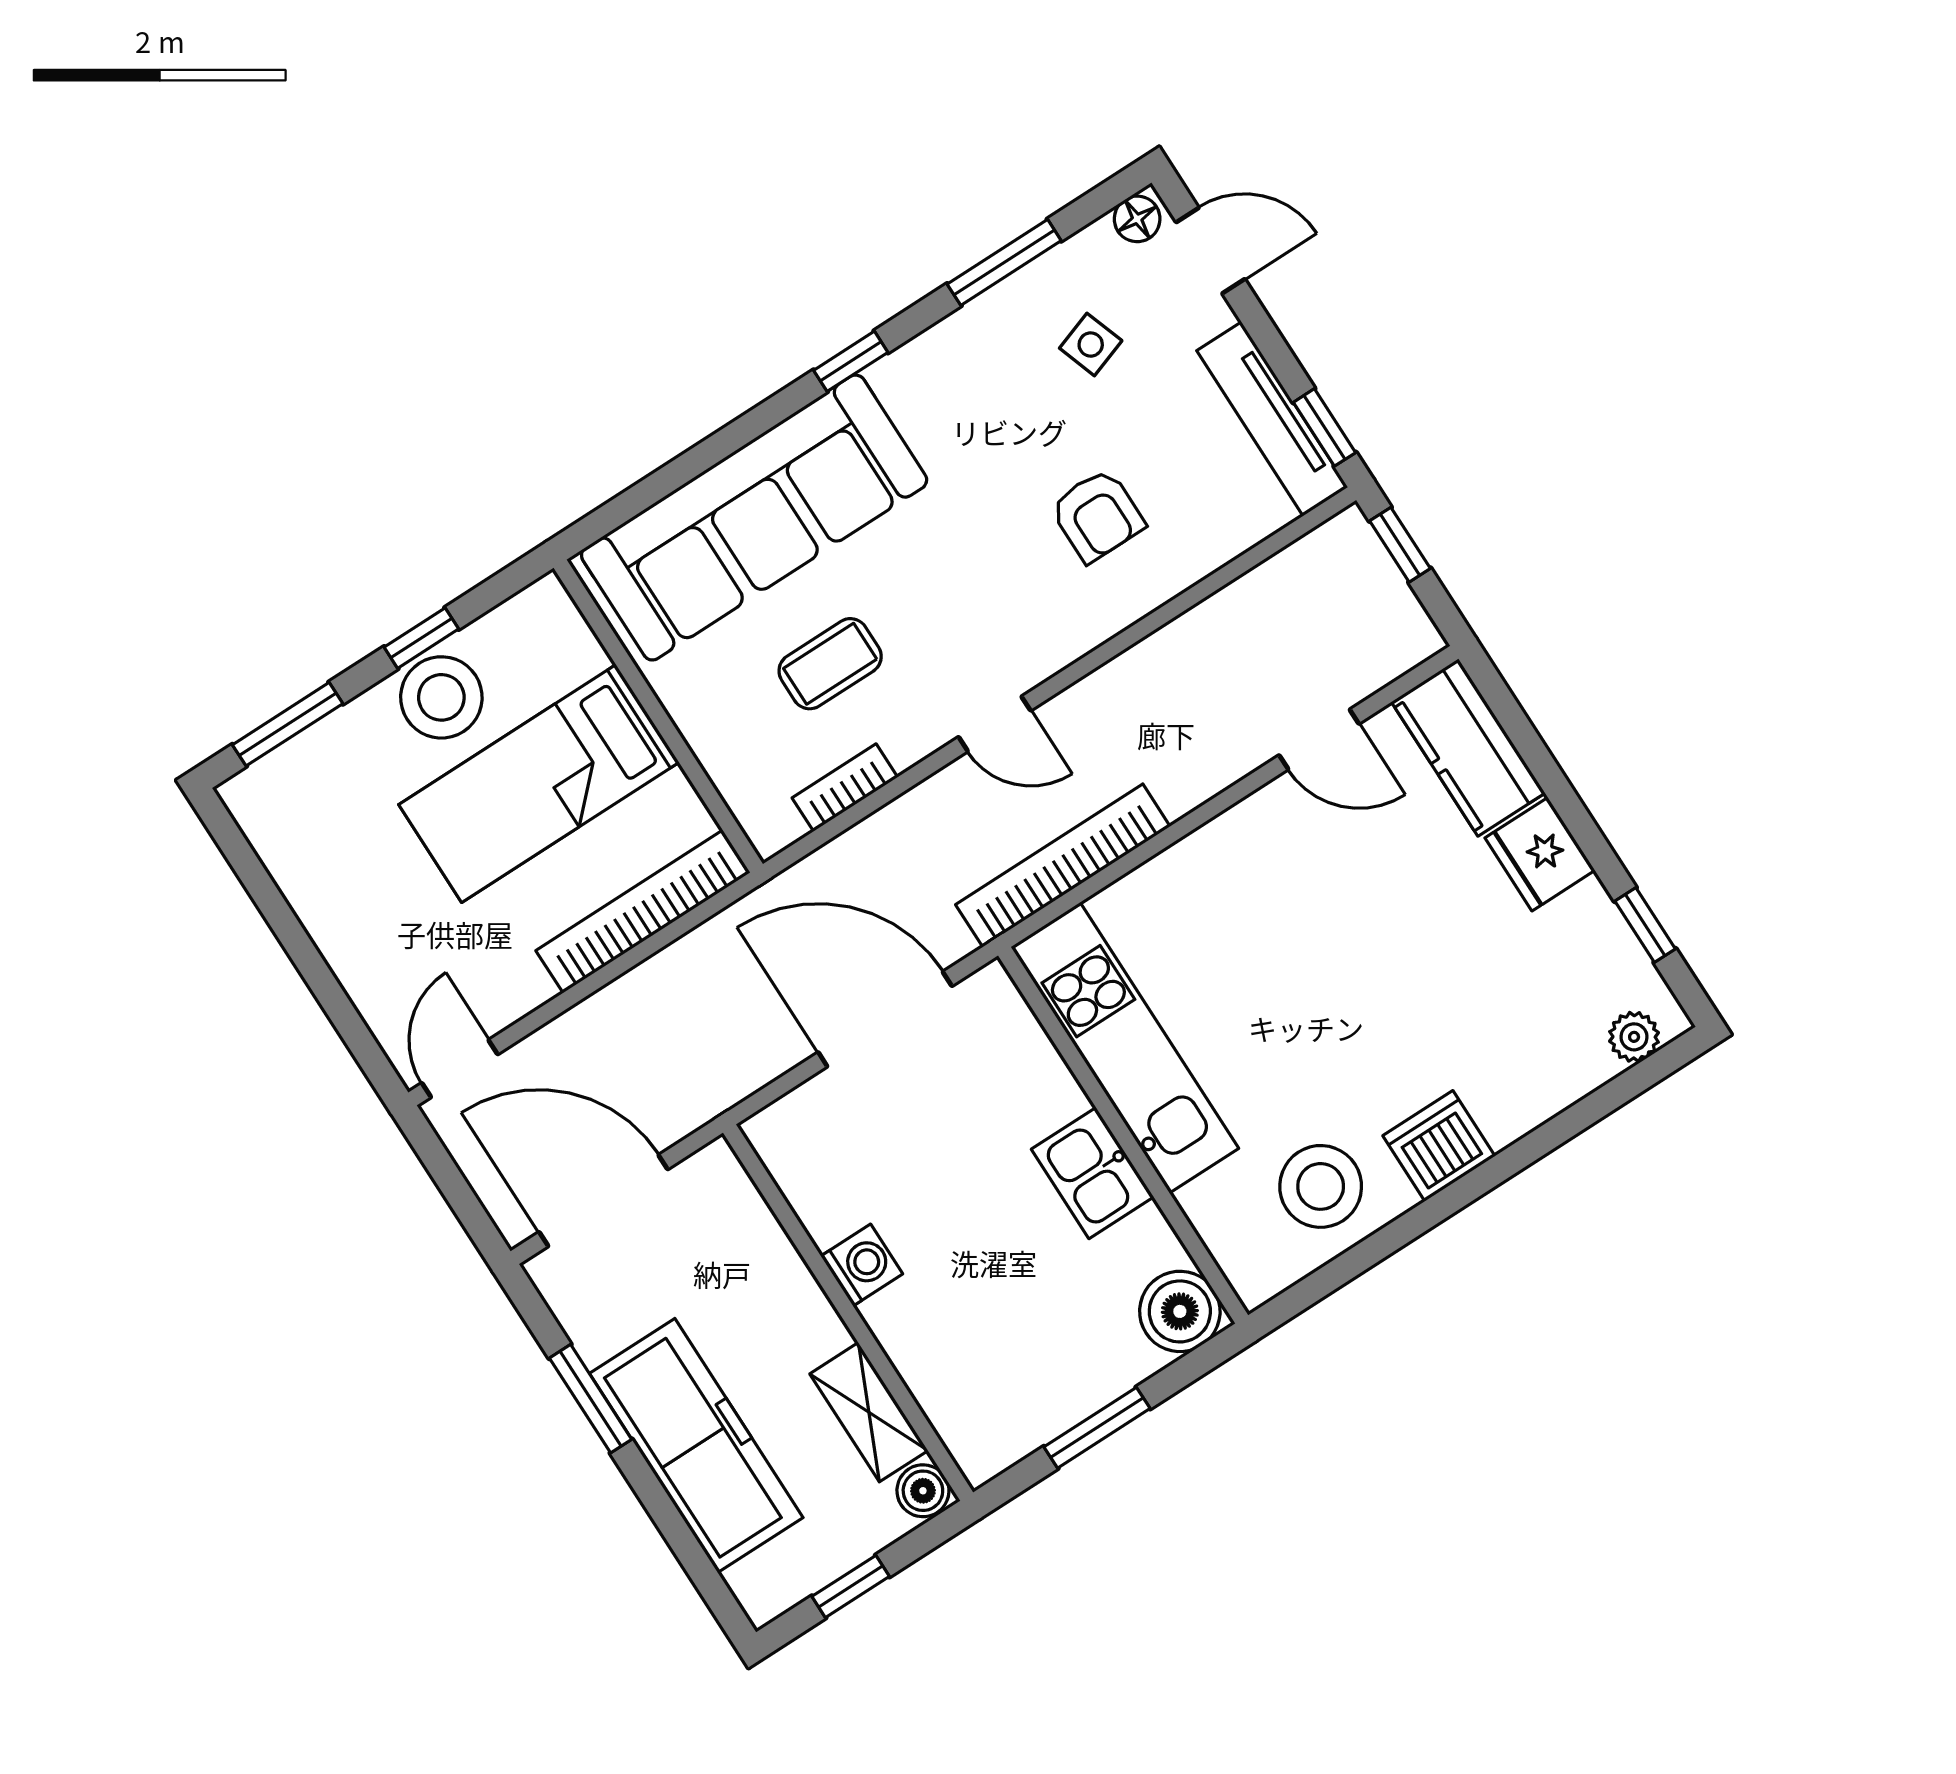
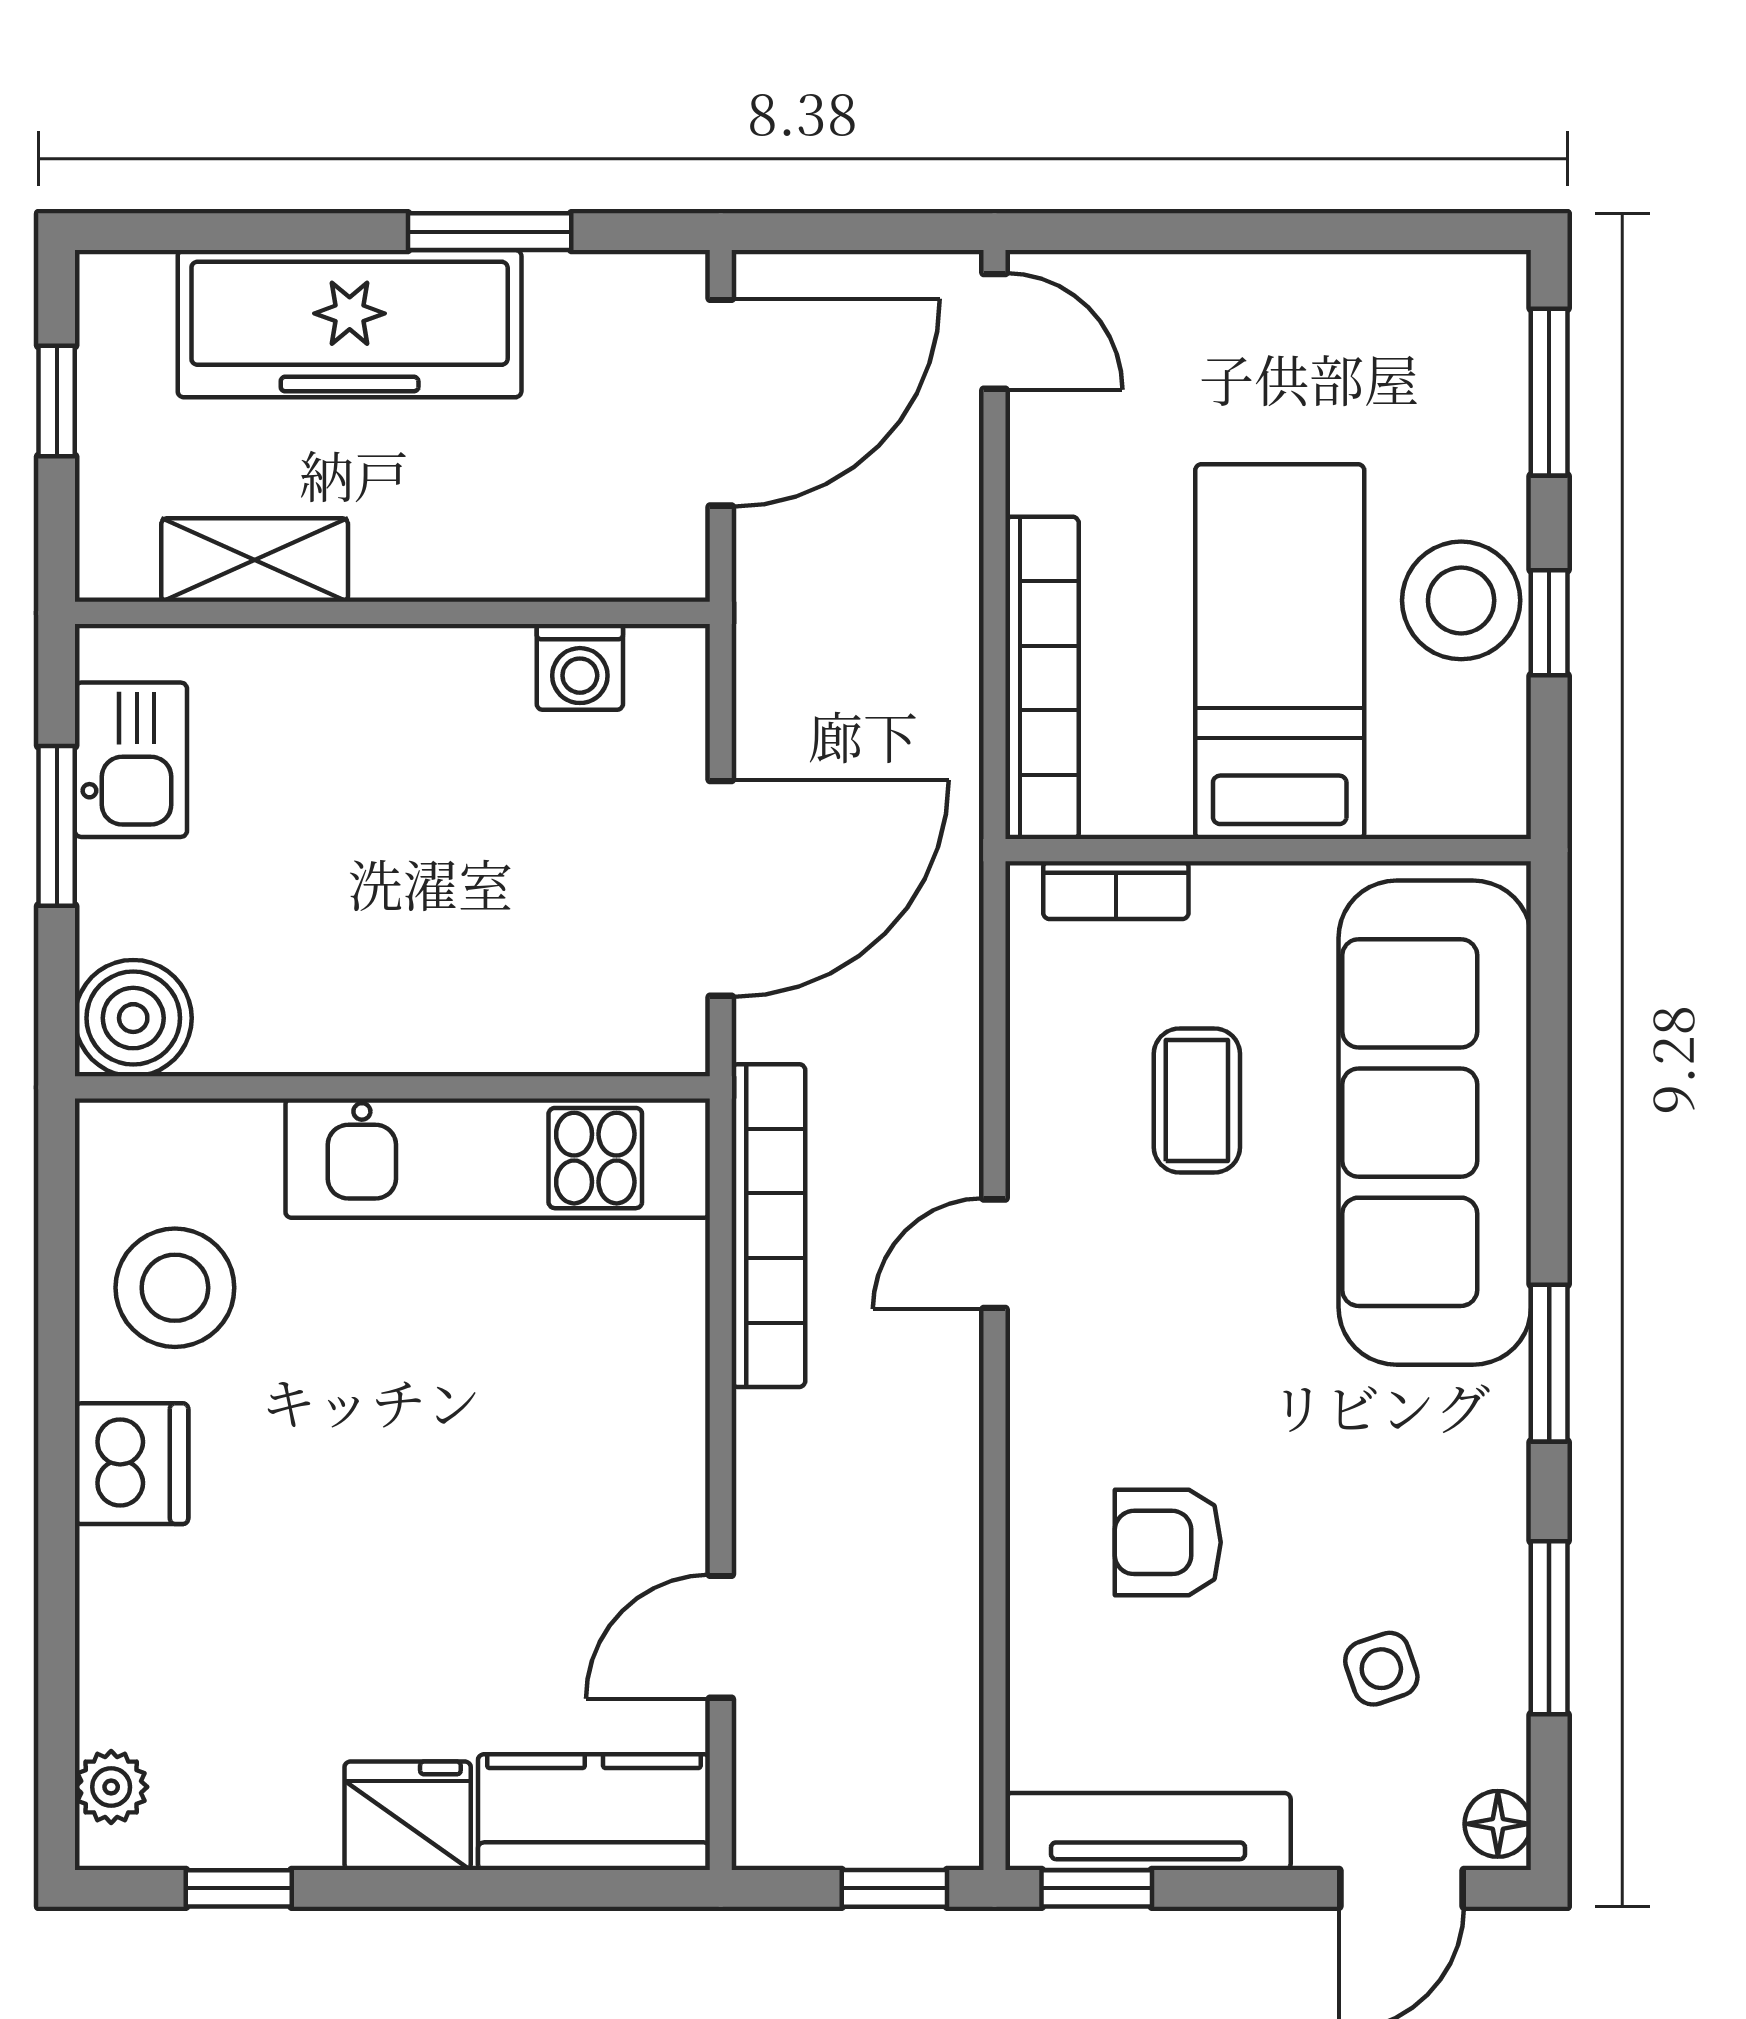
window: (851, 361) -> (1549, 1363), width x1.50
bookcase: (845, 788) -> (1116, 890), moved, turned 90
kitchen sink: (1093, 1173) -> (131, 760), moved, turned 90
washing machine: (862, 1265) -> (580, 667), moved
boiler: (923, 1491) -> (116, 564), removed

